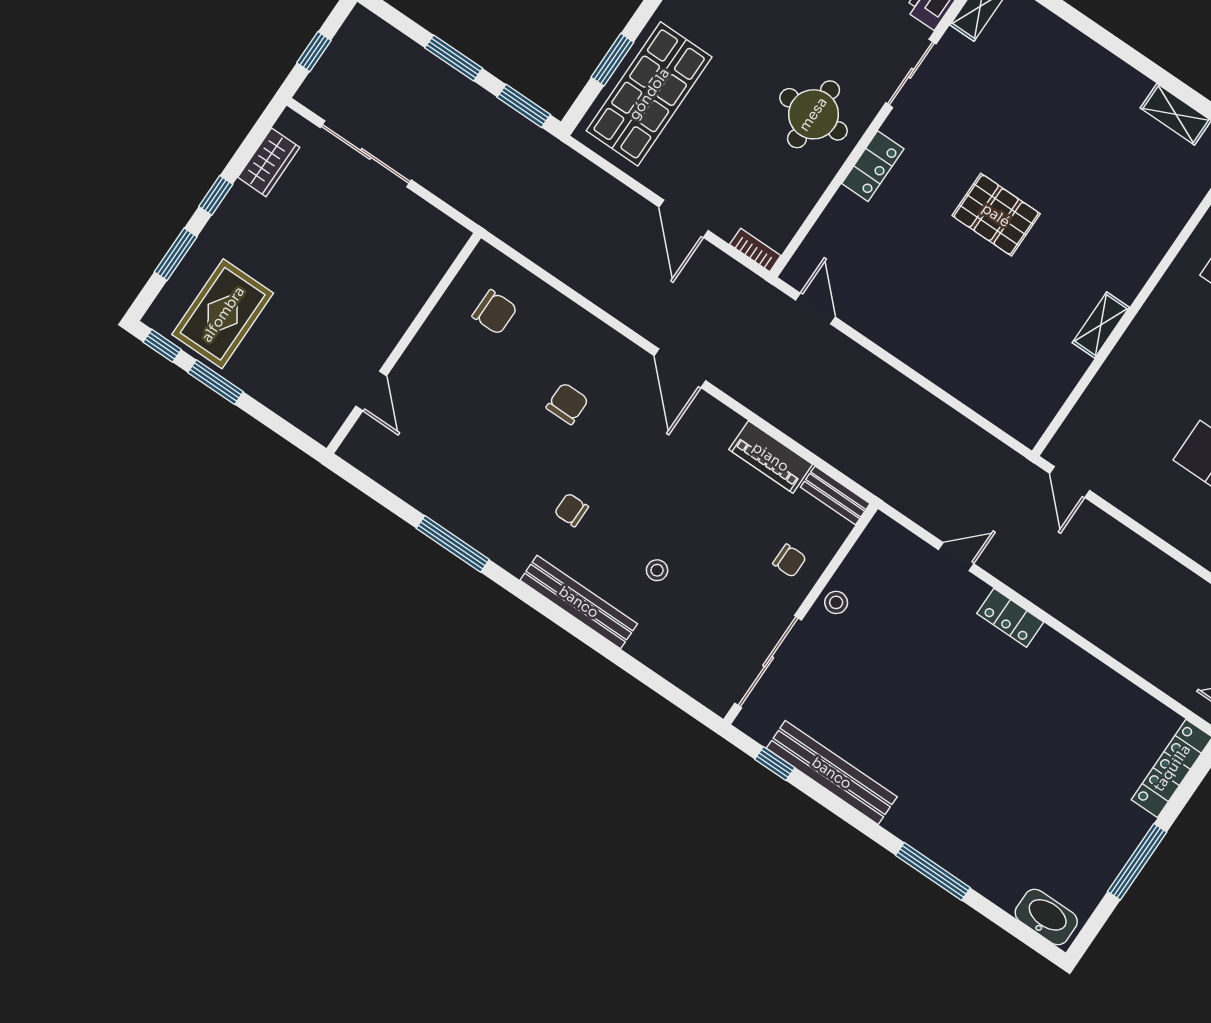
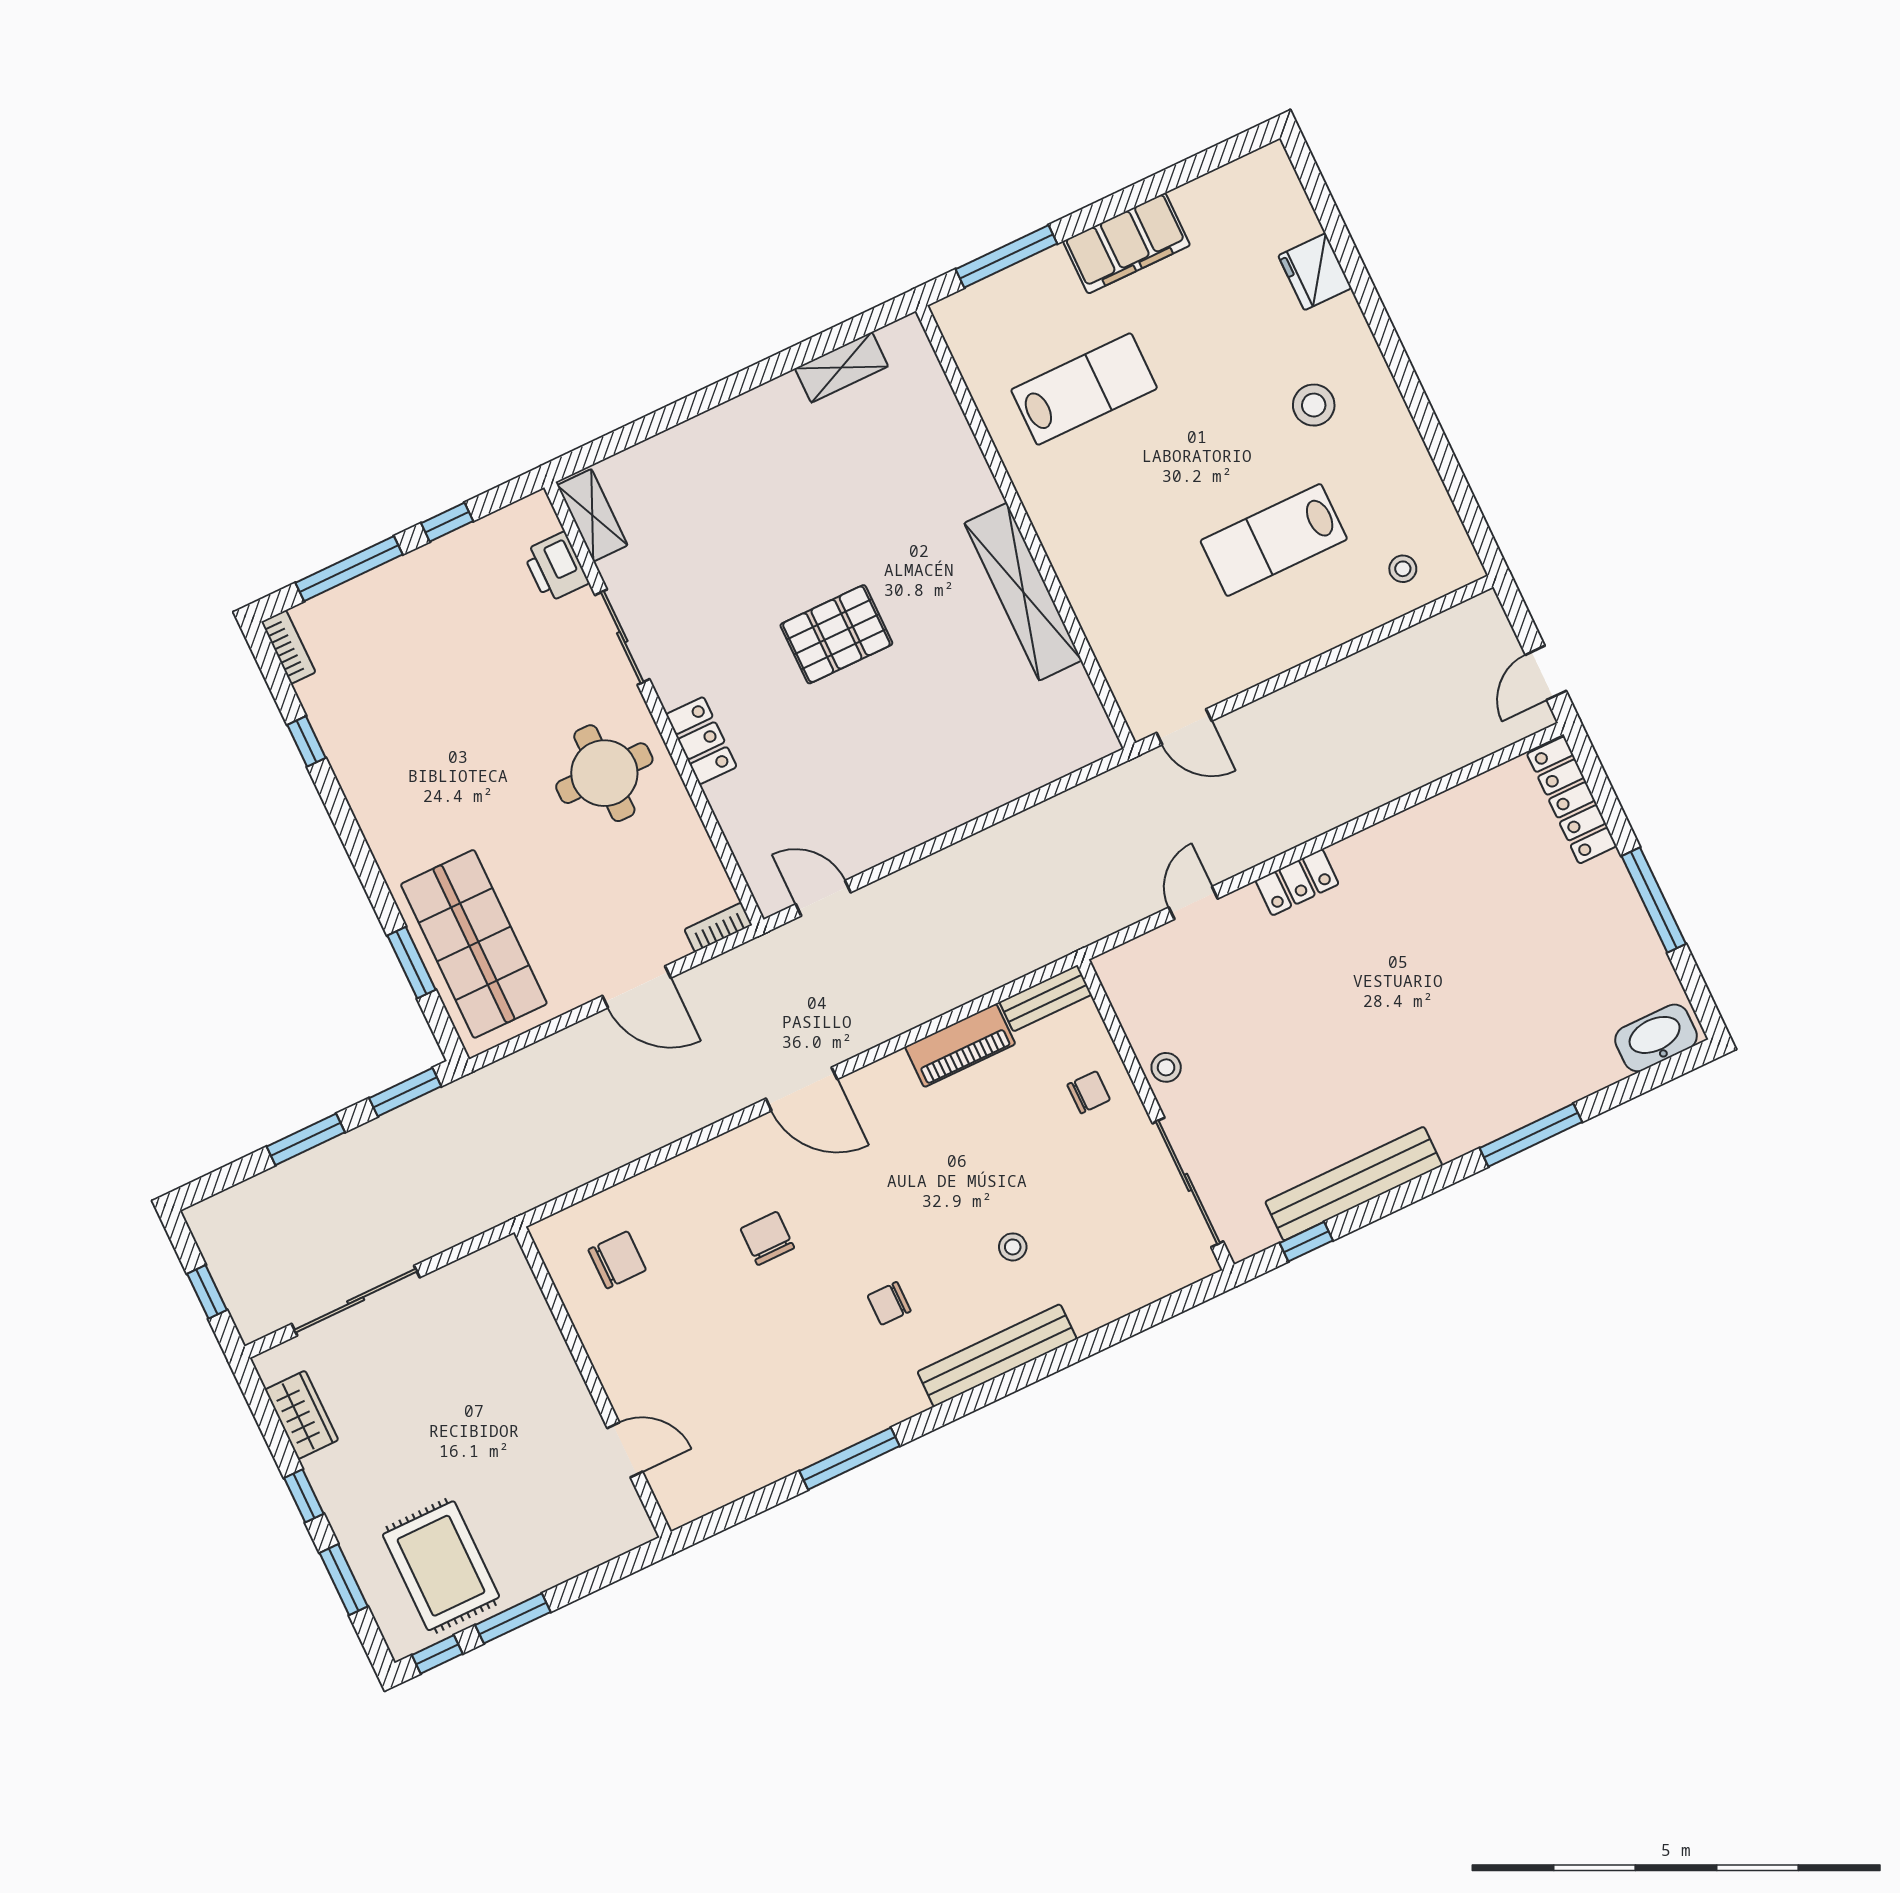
shelving: (1101, 325) -> (1023, 592), width x2.20, depth x1.33

